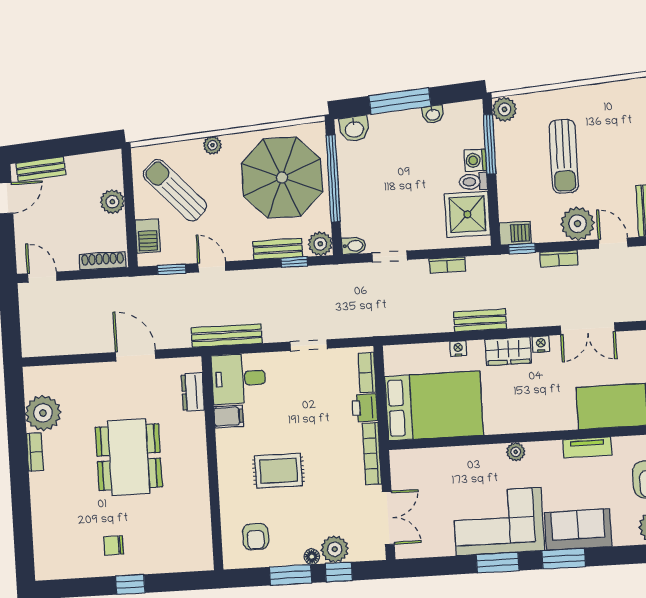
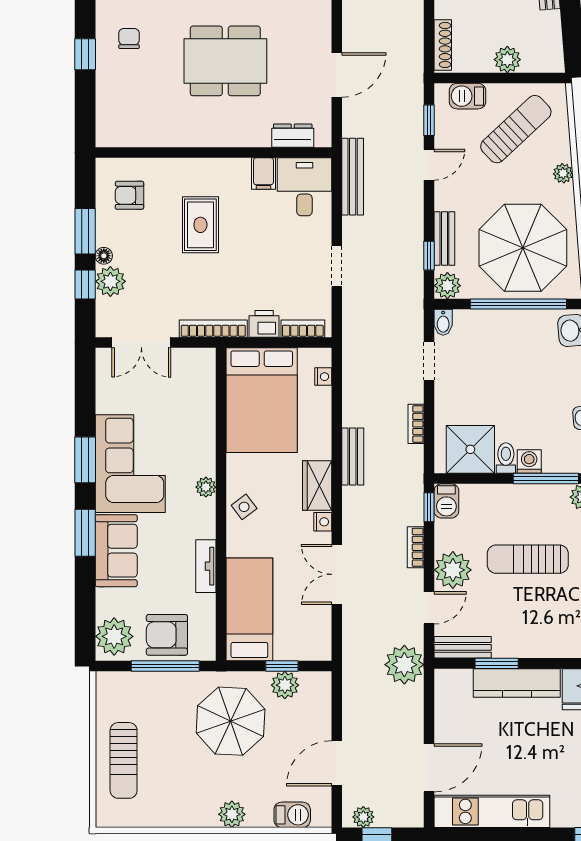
nightstand: (458, 349) -> (323, 377), moved
side table: (532, 416) -> (244, 507), added

